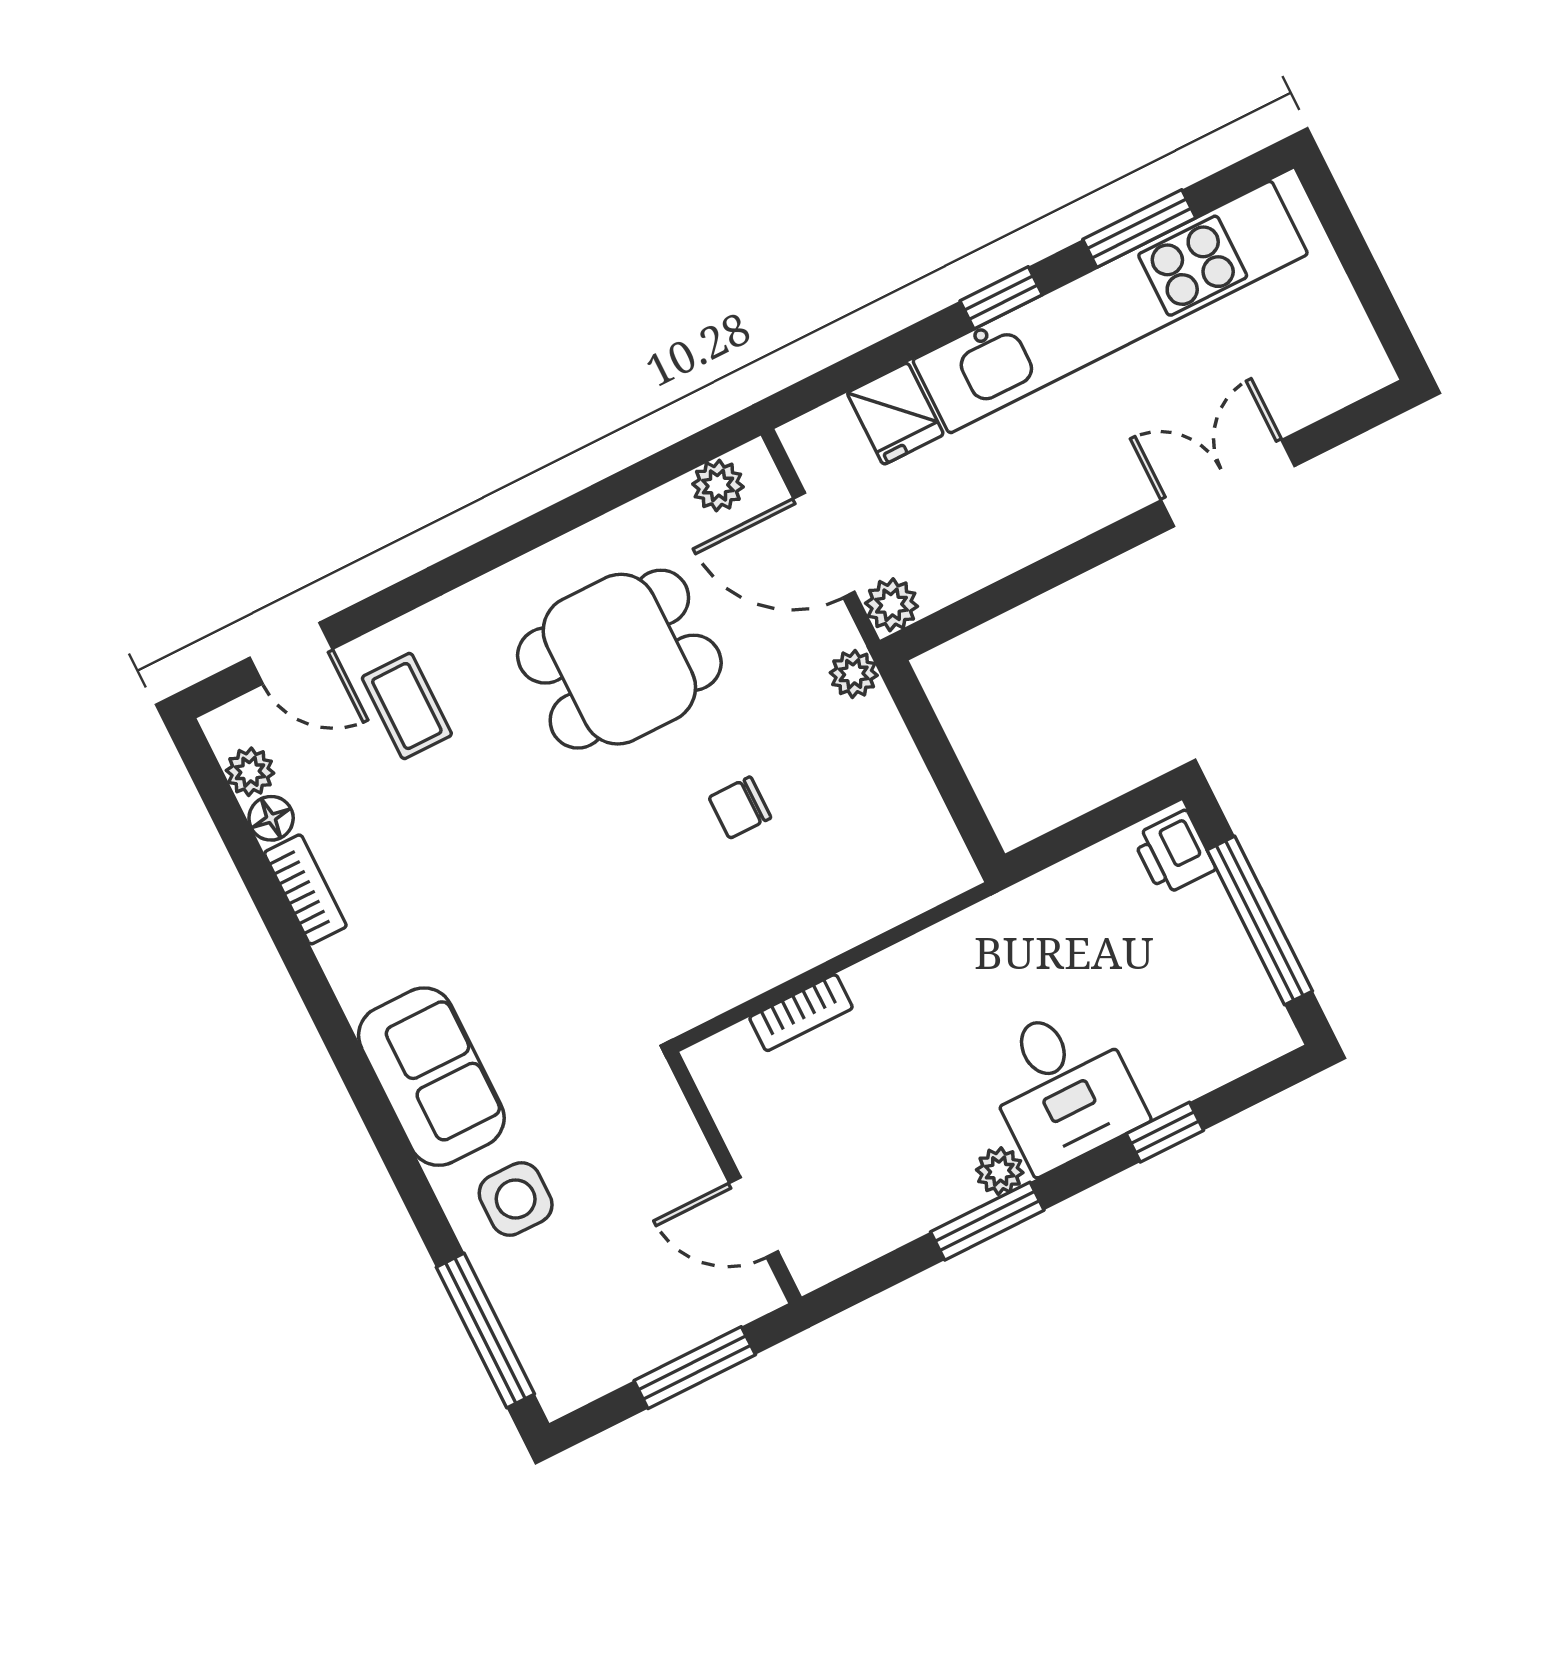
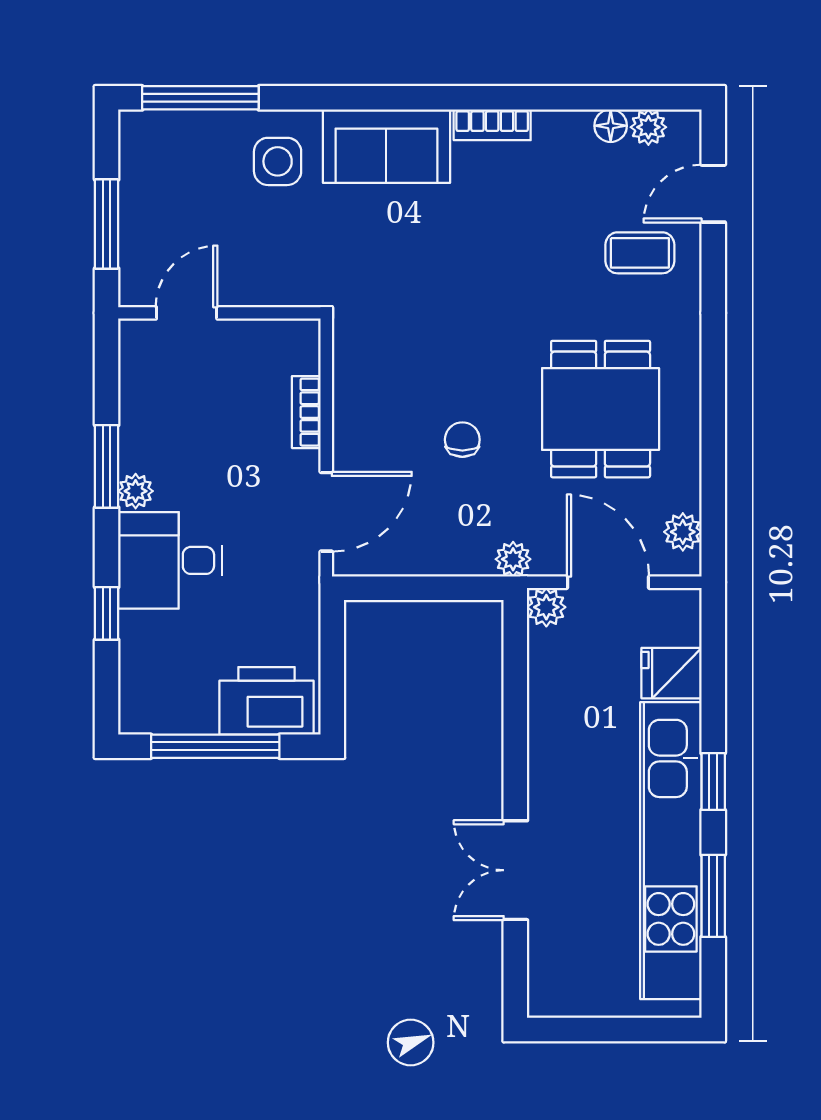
double door: (1228, 483) -> (515, 870), swing flipped
door: (824, 545) -> (608, 582), hinge flipped
printer: (1174, 853) -> (267, 701), width x1.87, depth x1.48
bookcase: (305, 889) -> (492, 125), moved
door: (909, 928) -> (326, 512), added

